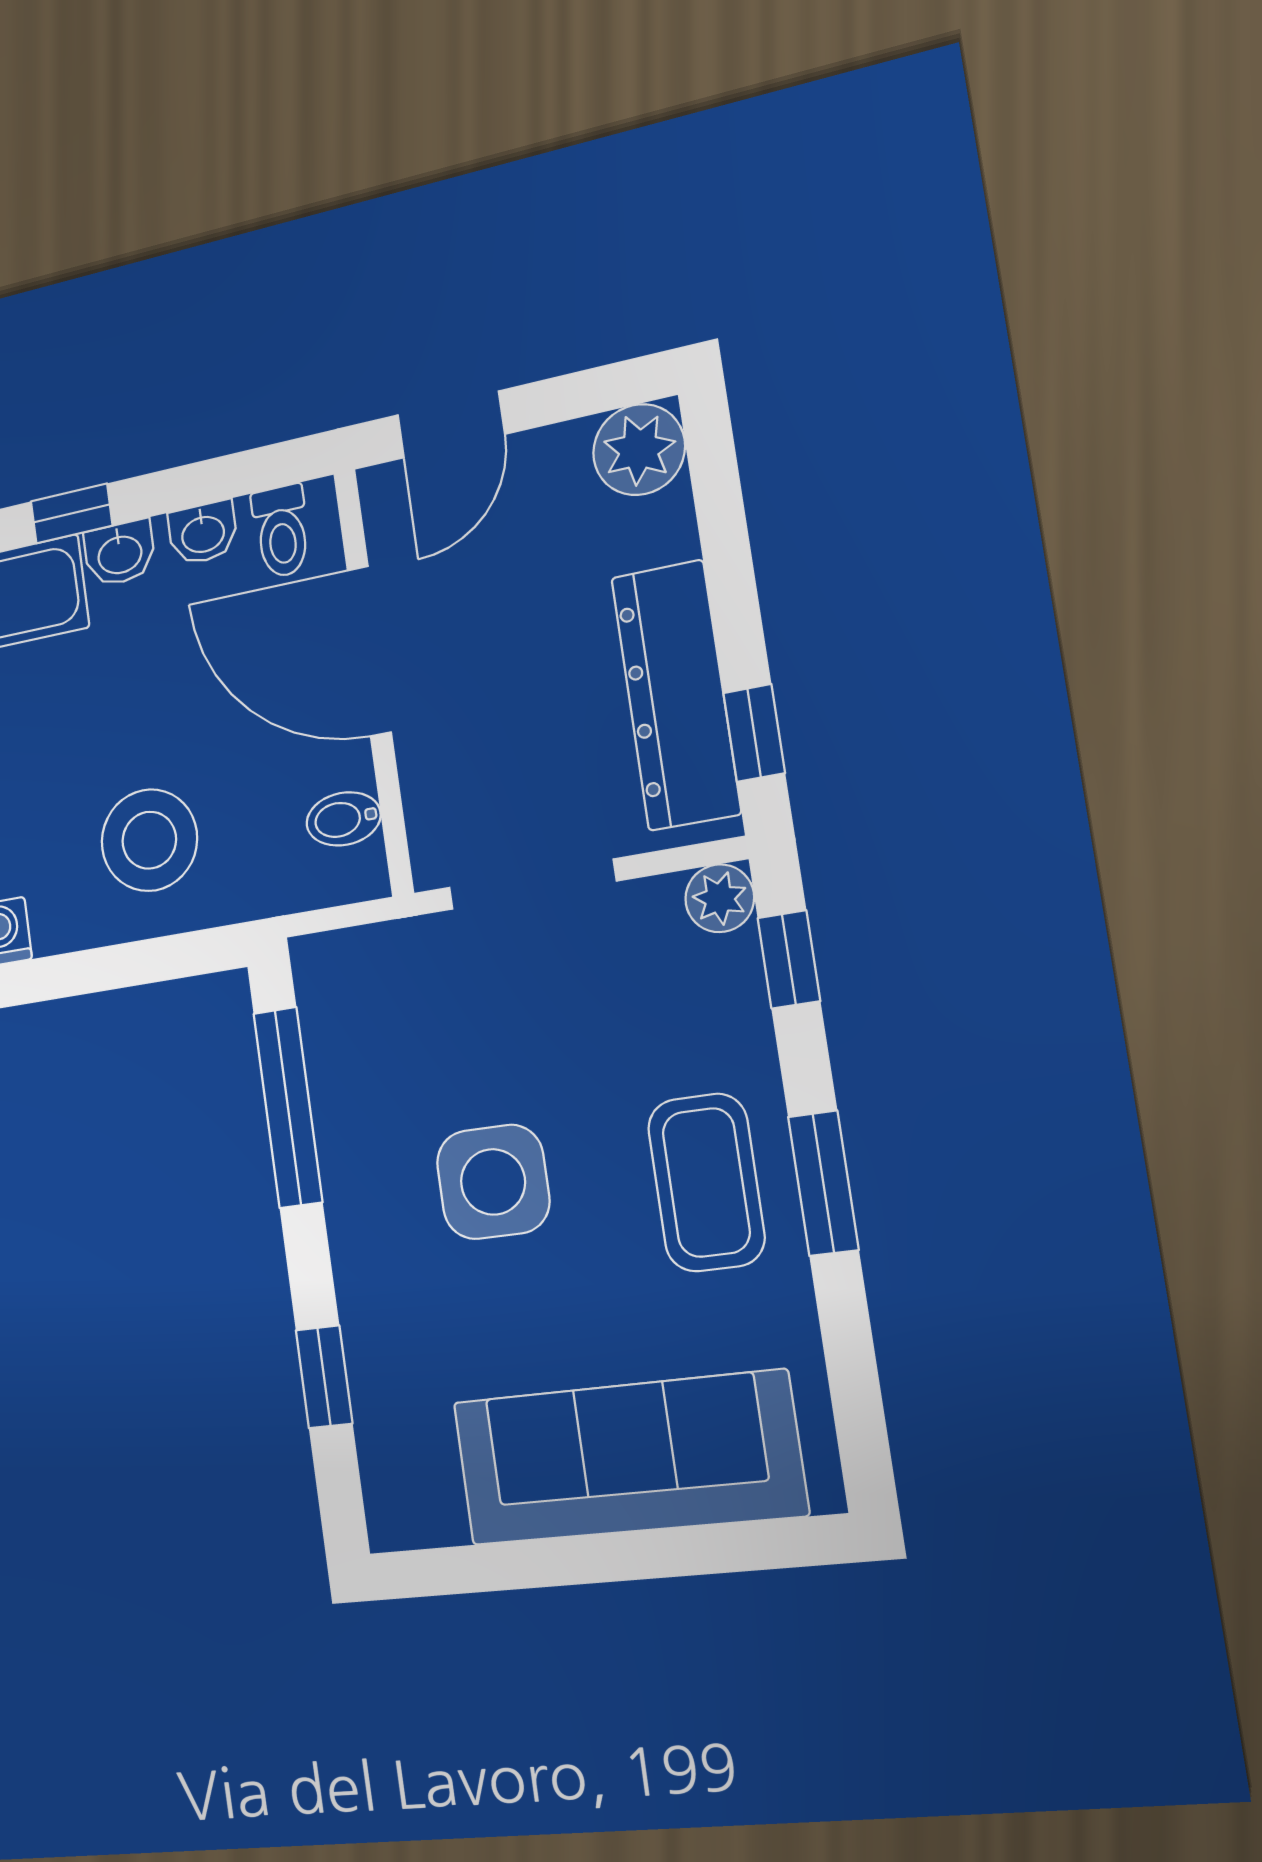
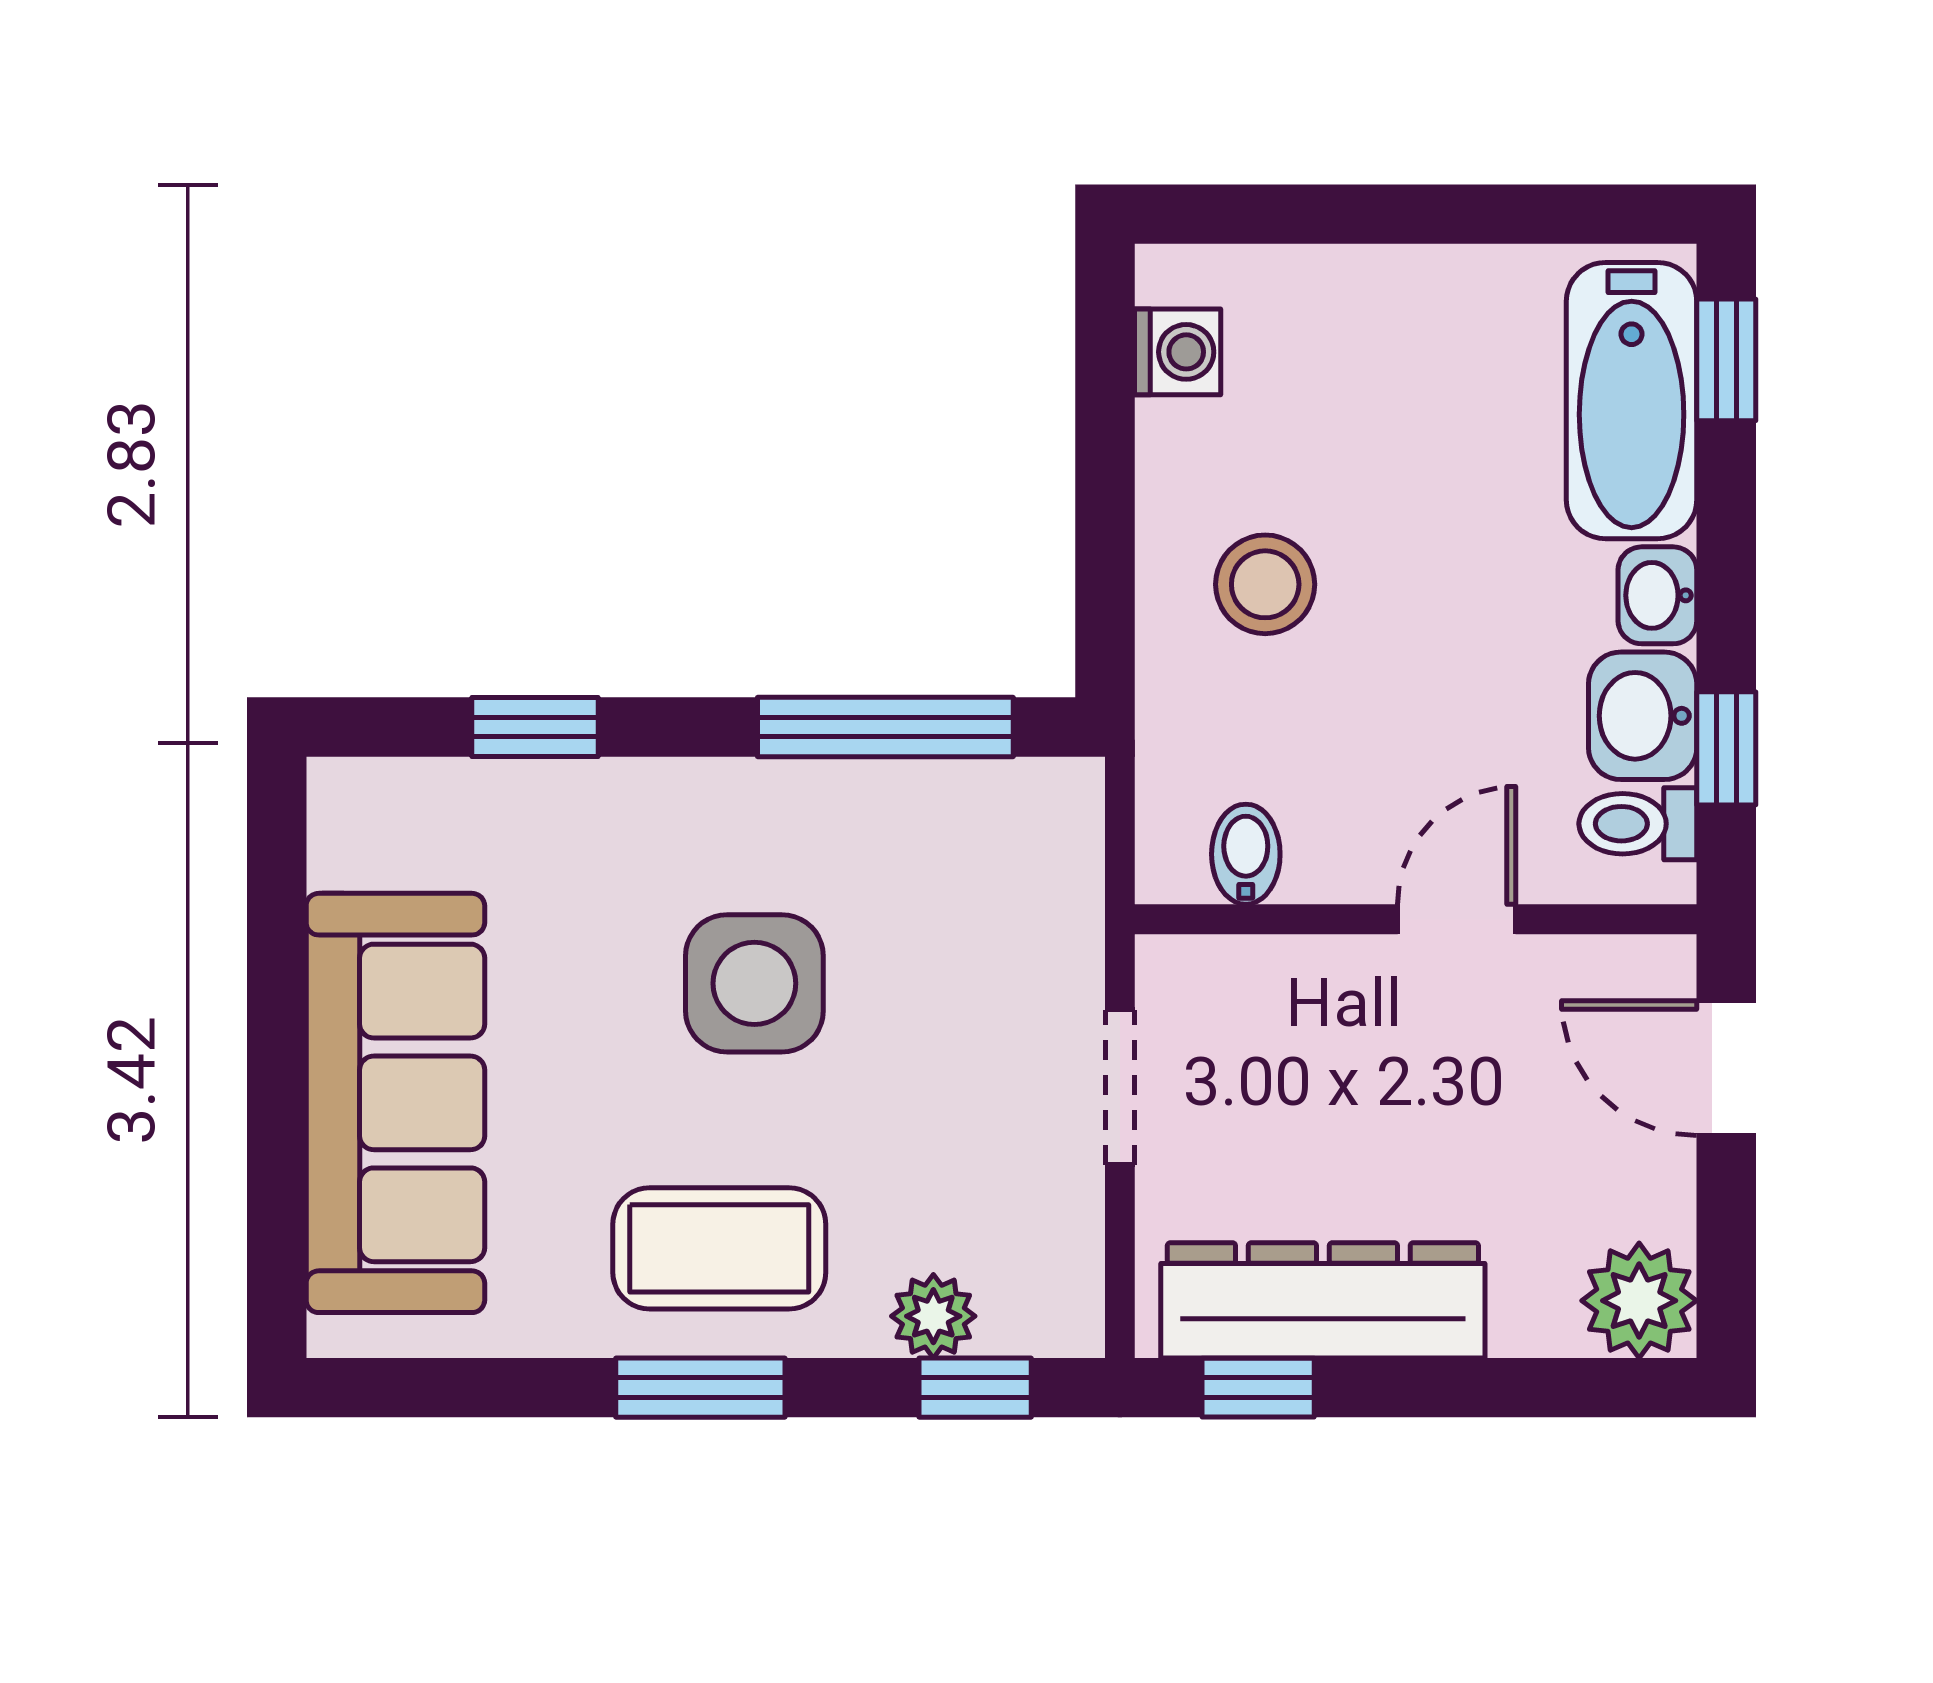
window: (72, 513) -> (1726, 748), moved
washbasin: (203, 533) -> (1643, 716), width x1.38, depth x1.45
door: (369, 651) -> (1457, 919), width x0.53
stool: (149, 840) -> (1265, 584), width x0.73, depth x0.73
doorway: (532, 884) -> (1120, 1087), width x0.73
plant: (720, 898) -> (933, 1316), moved

